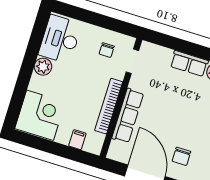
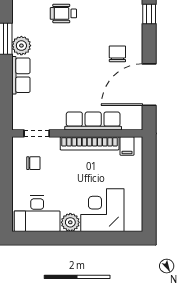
corner desk: (40, 115) -> (102, 210), moved
filing cabinet: (77, 140) -> (127, 146), moved, turned -90
chair: (181, 156) -> (117, 54), turned -90

